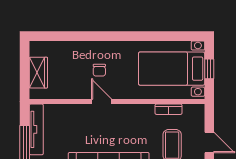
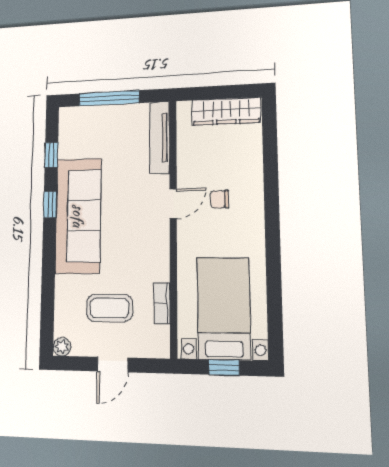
wardrobe: (38, 73) -> (226, 111), width x1.50
tv unit: (36, 129) -> (160, 137), moved, turned 90

